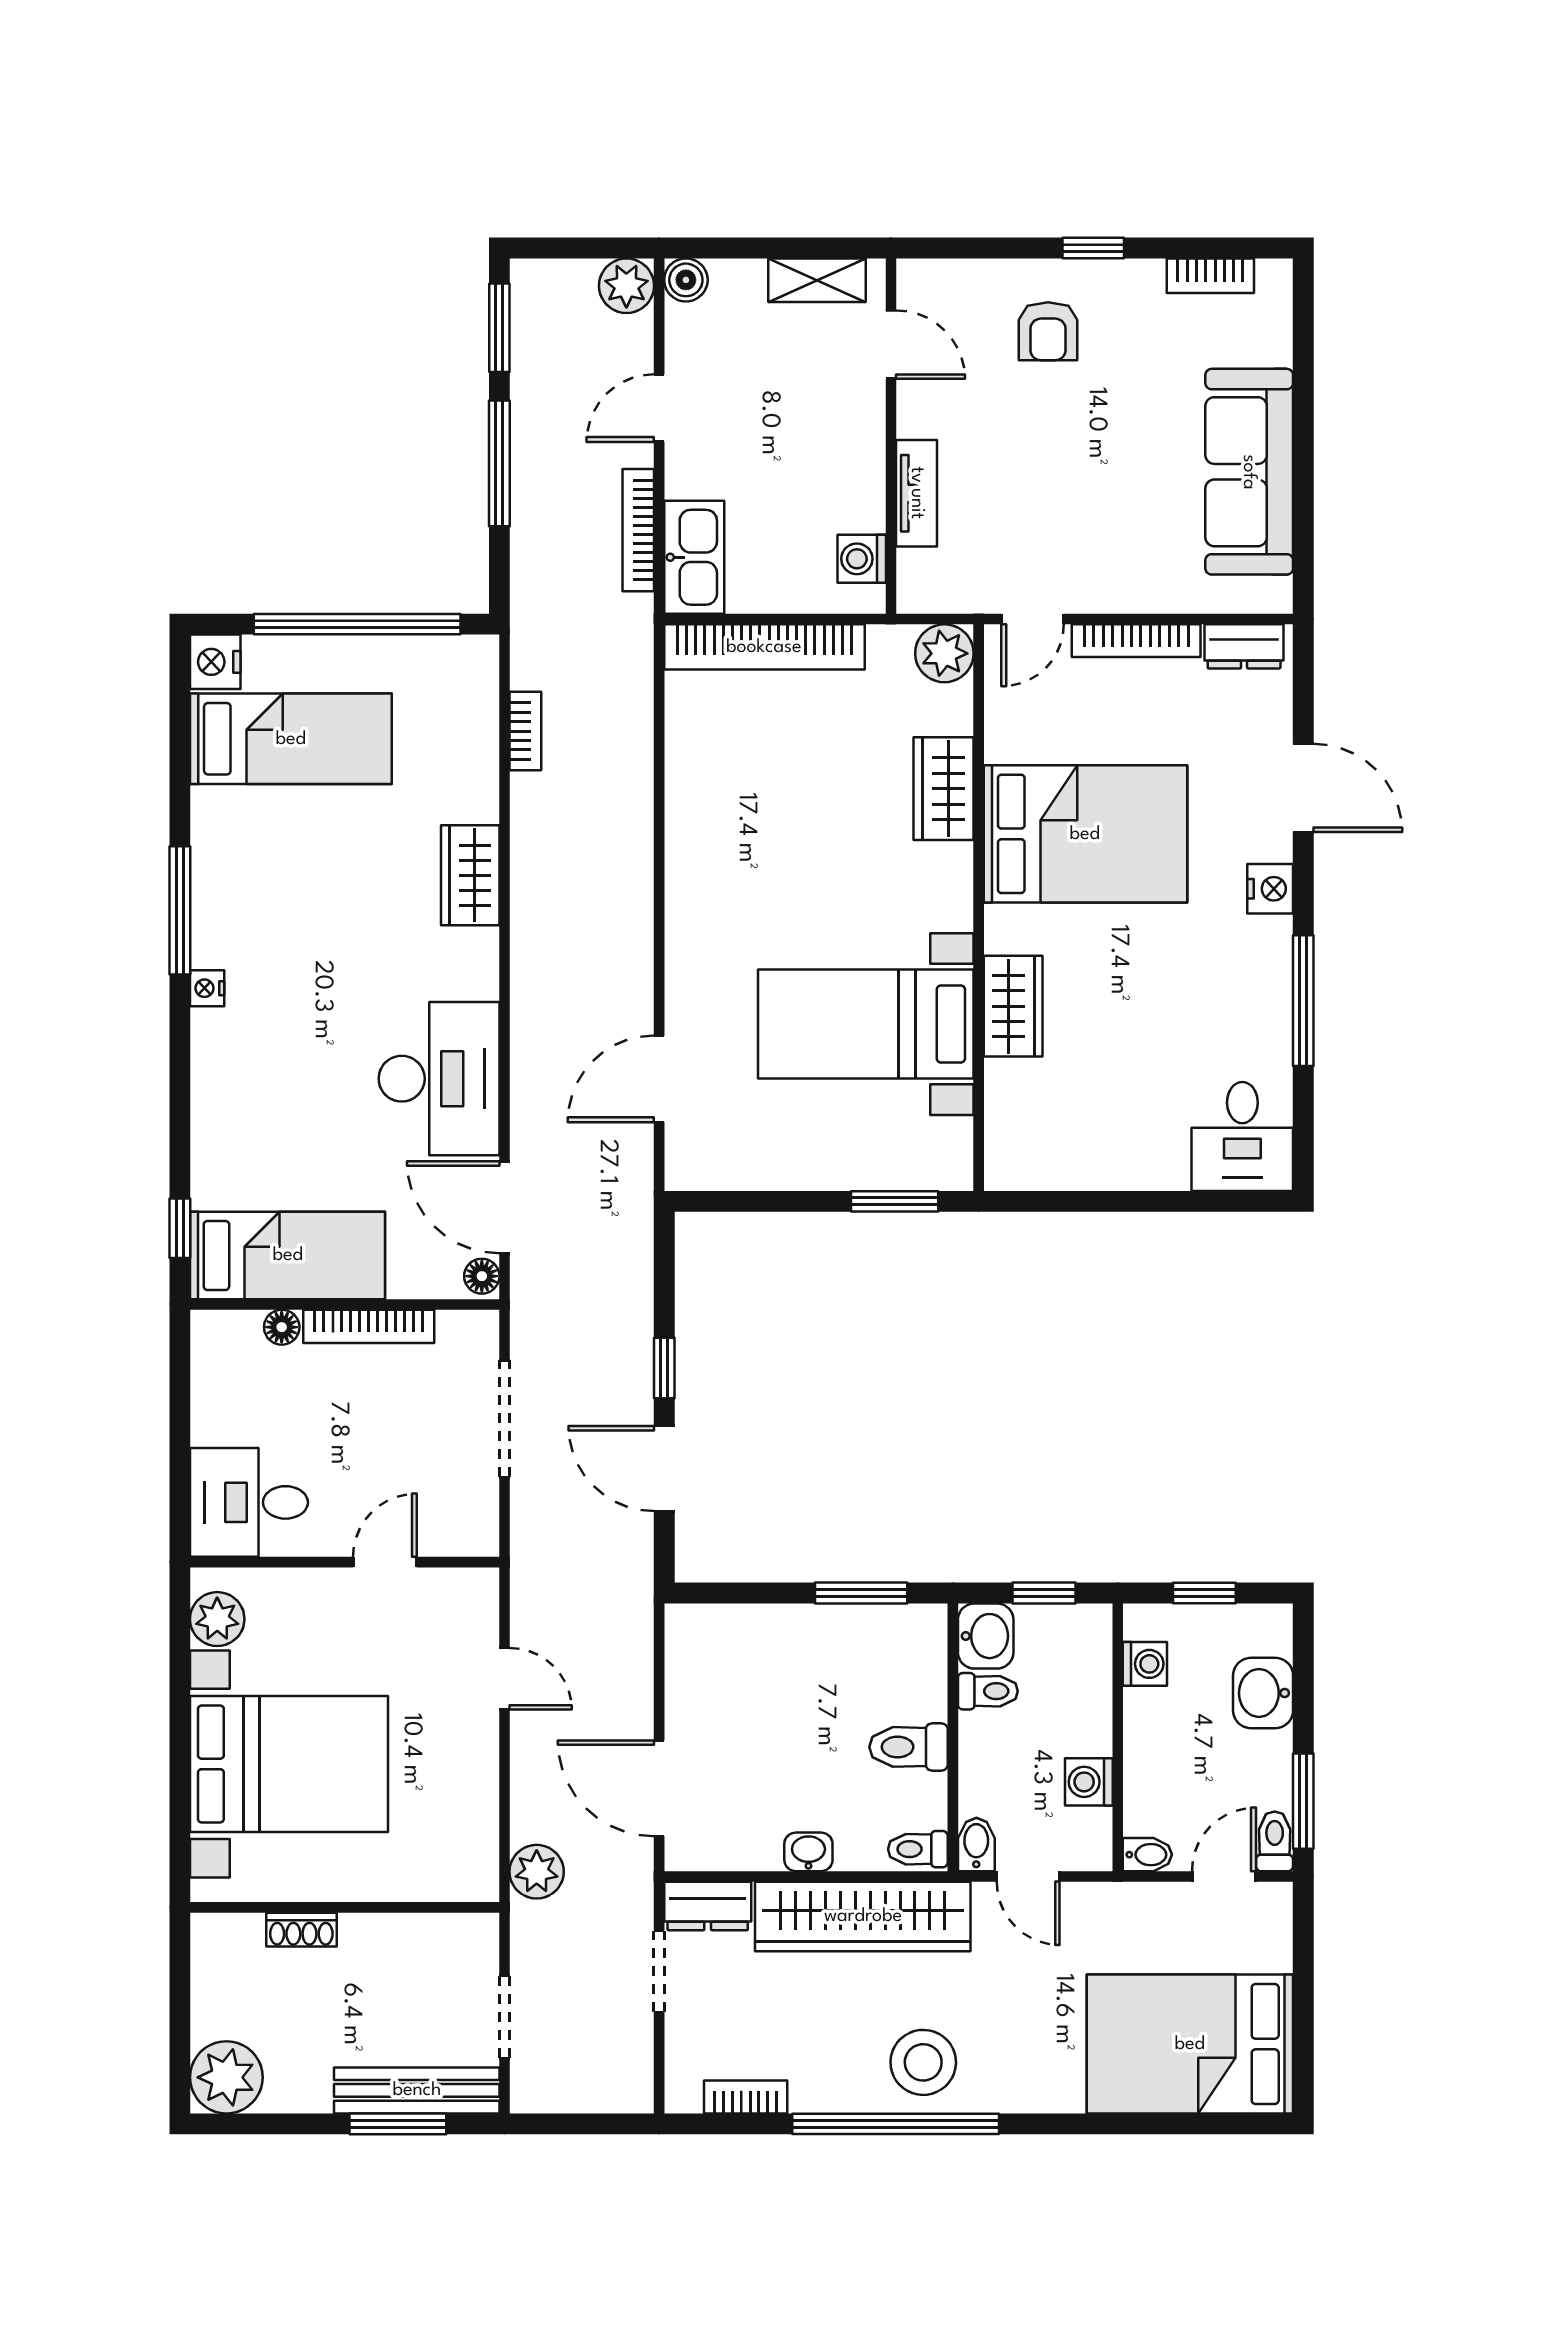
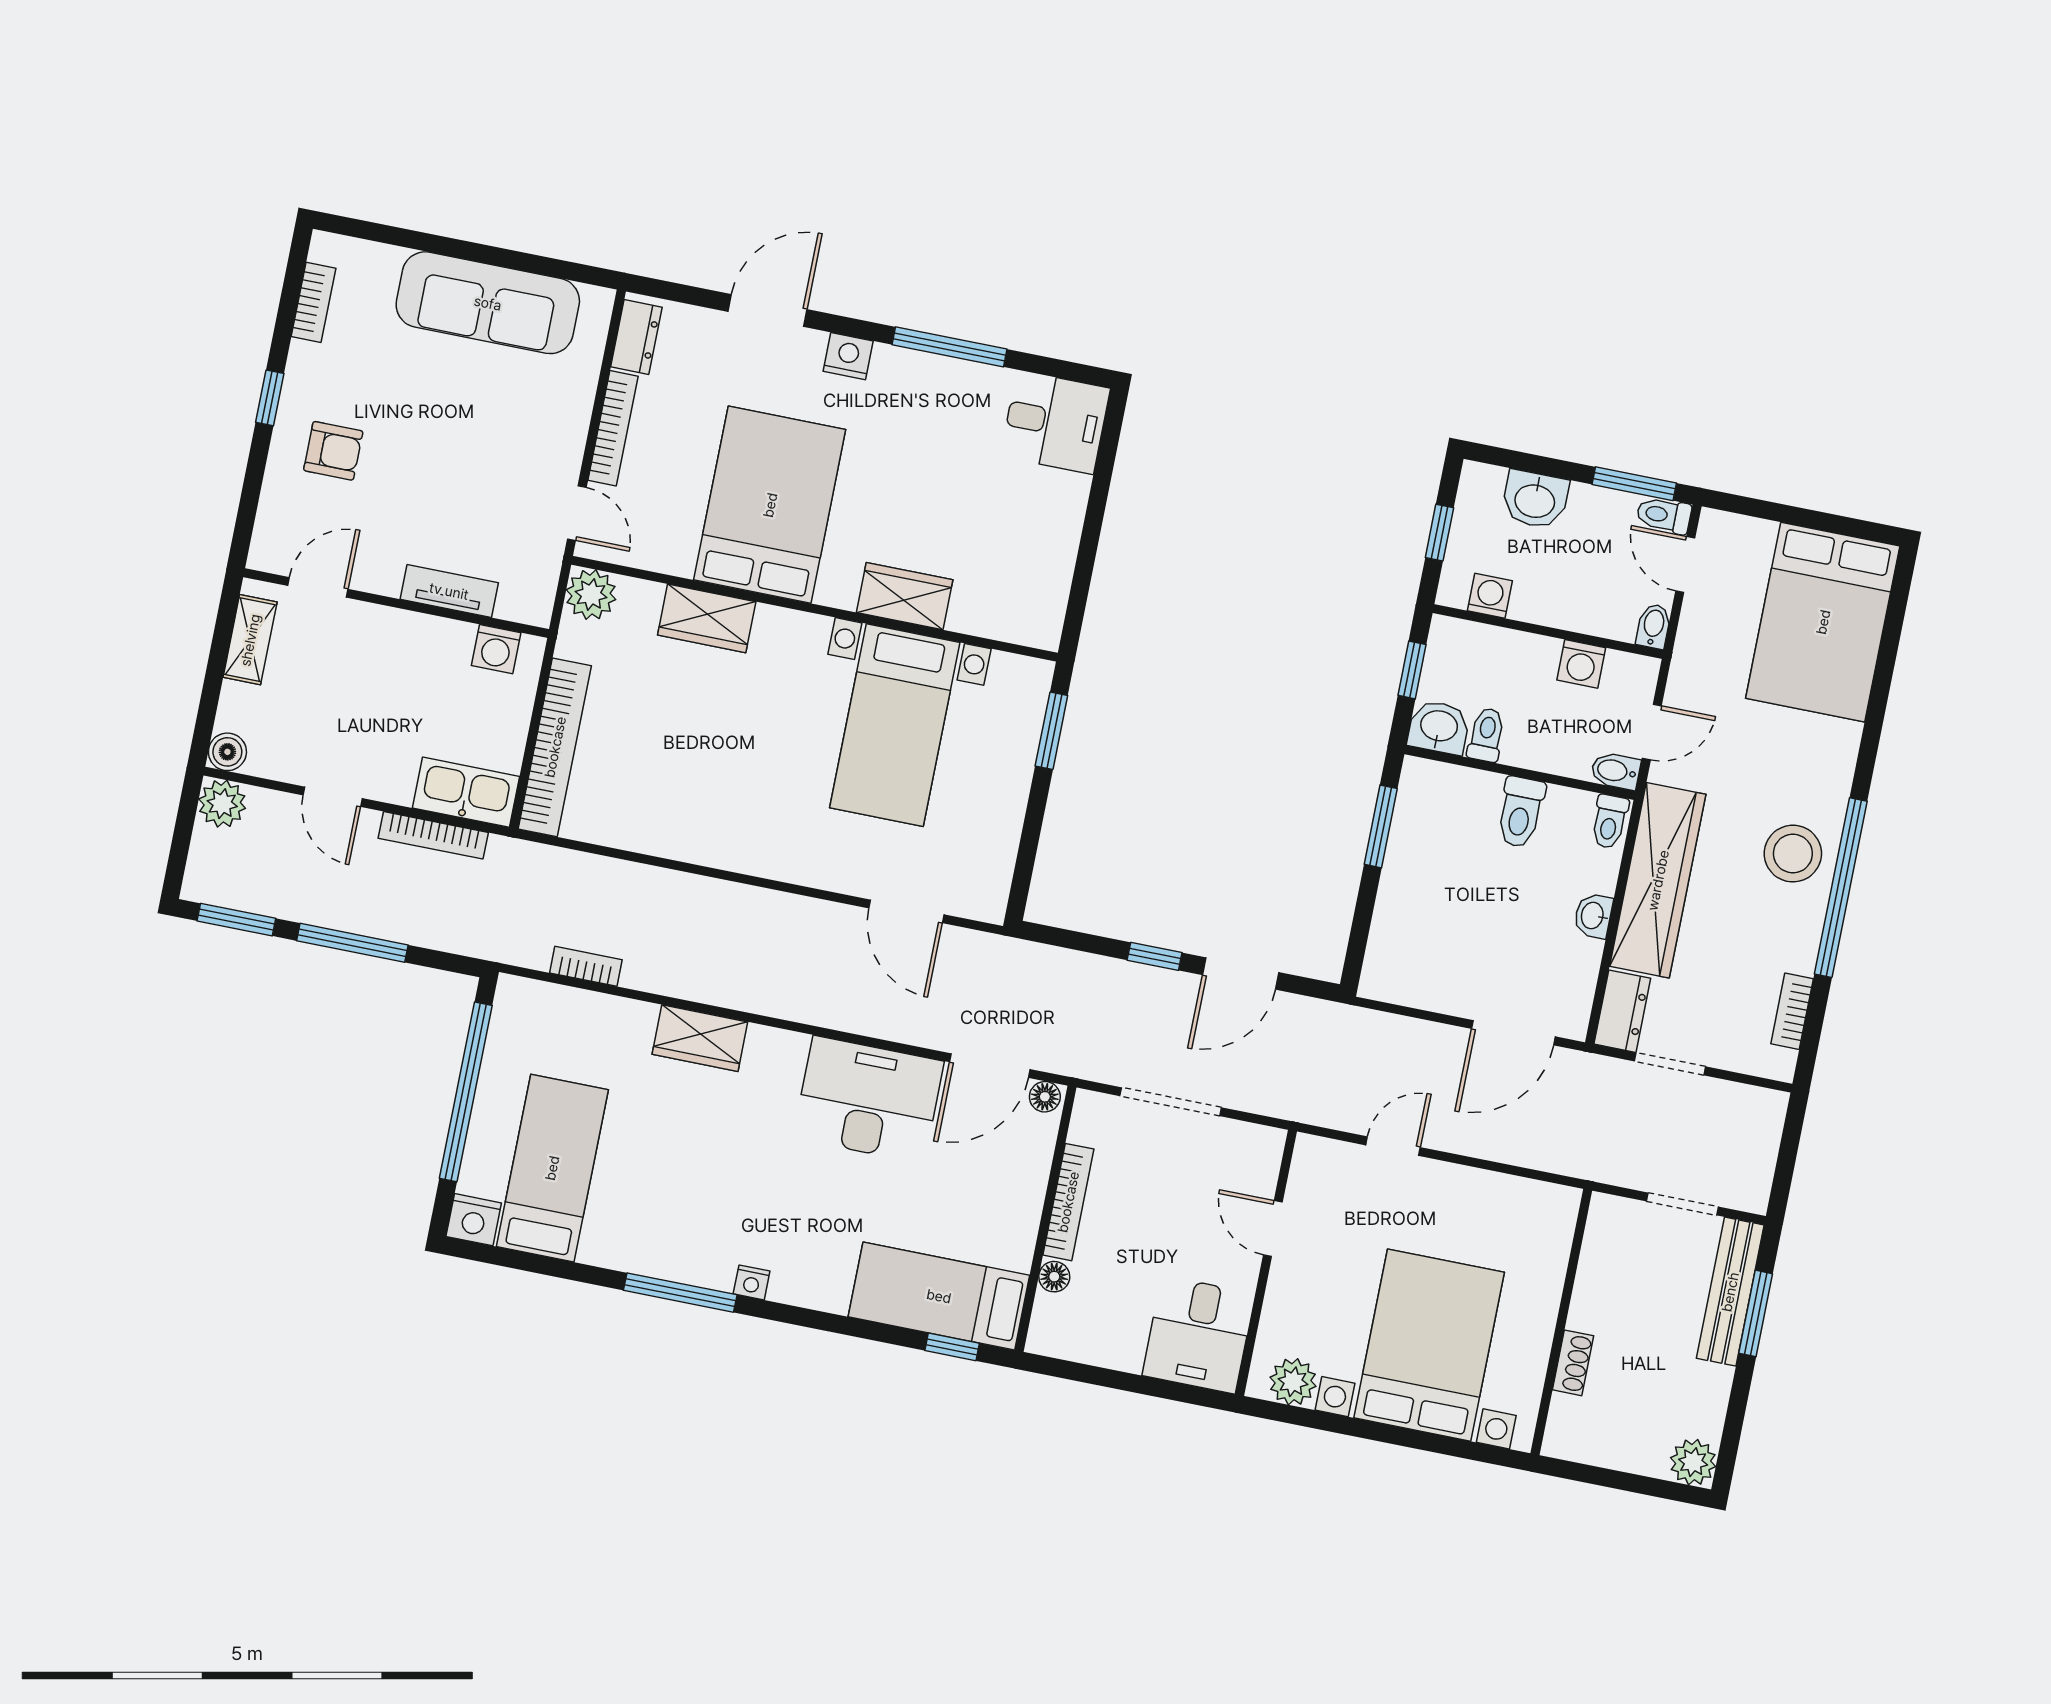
bed: (288, 1255) -> (939, 1296), moved, turned -90
plant: (537, 1872) -> (1564, 1152), removed
plant: (226, 2077) -> (1693, 1462), width x0.73, depth x0.73

